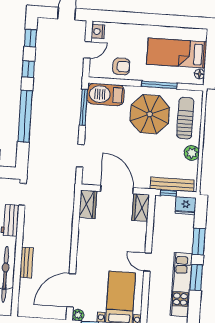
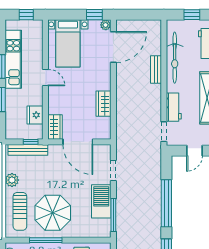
barbecue: (106, 95) -> (101, 201), moved, turned -90
wardrobe: (88, 204) -> (104, 104), moved
fridge: (186, 206) -> (35, 115), moved, turned -90

